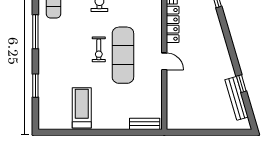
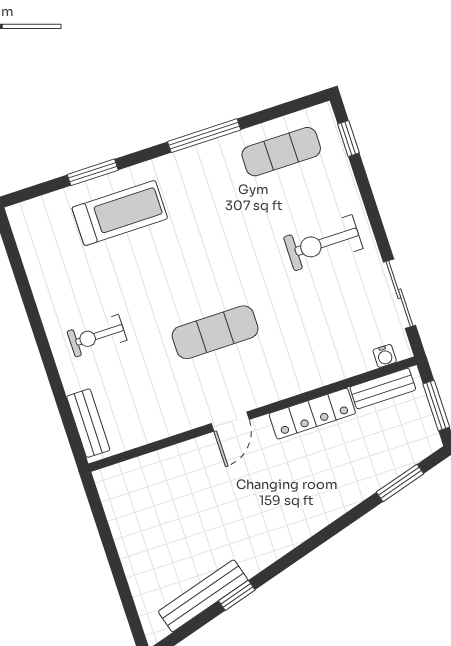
exercise bike: (99, 49) -> (97, 336), moved
exercise mat: (123, 55) -> (215, 332), width x0.73, depth x0.69
treadmill: (82, 108) -> (120, 213), moved

